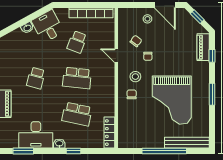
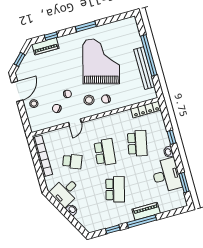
school desk: (36, 78) -> (115, 189), width x1.85
grand piano: (172, 100) -> (101, 61), turned -75
bench: (187, 143) -> (144, 68), moved

